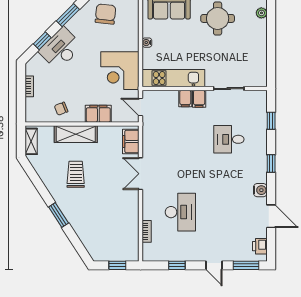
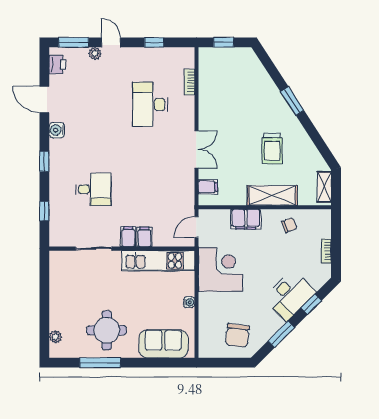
door: (141, 107) -> (196, 227), swing flipped
filing cabinet: (131, 141) -> (208, 187), width x0.50
plant: (228, 256) -> (95, 53), added

